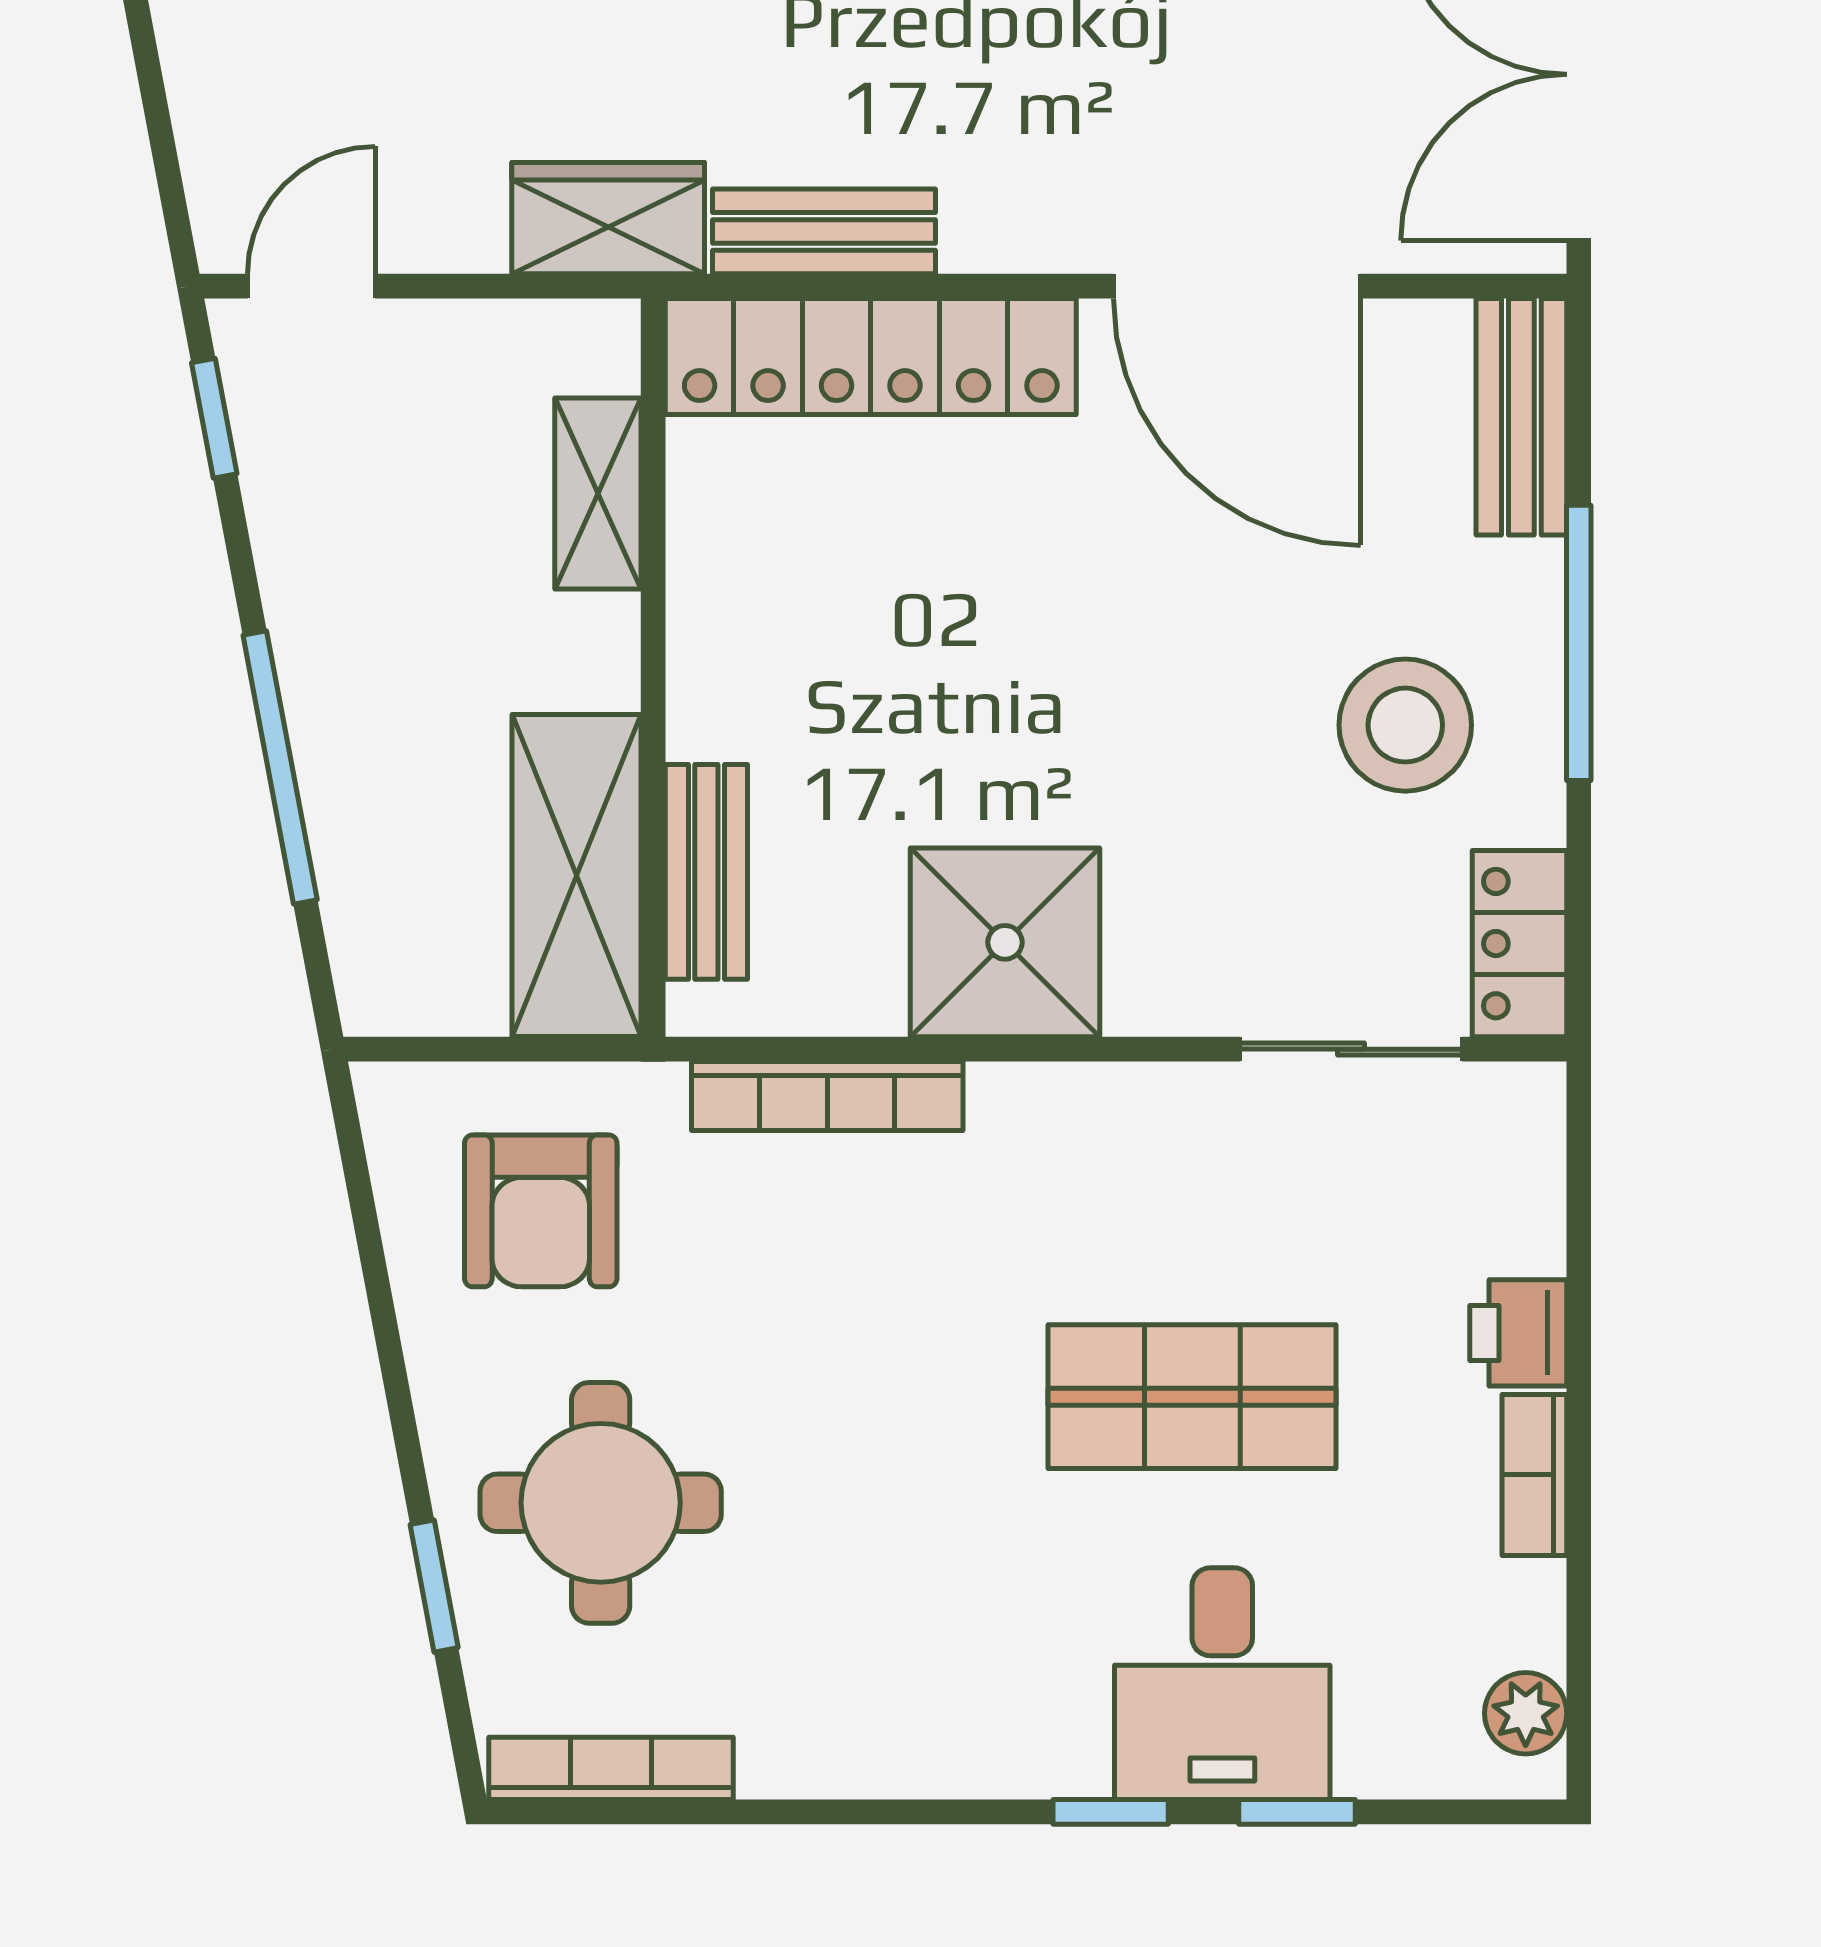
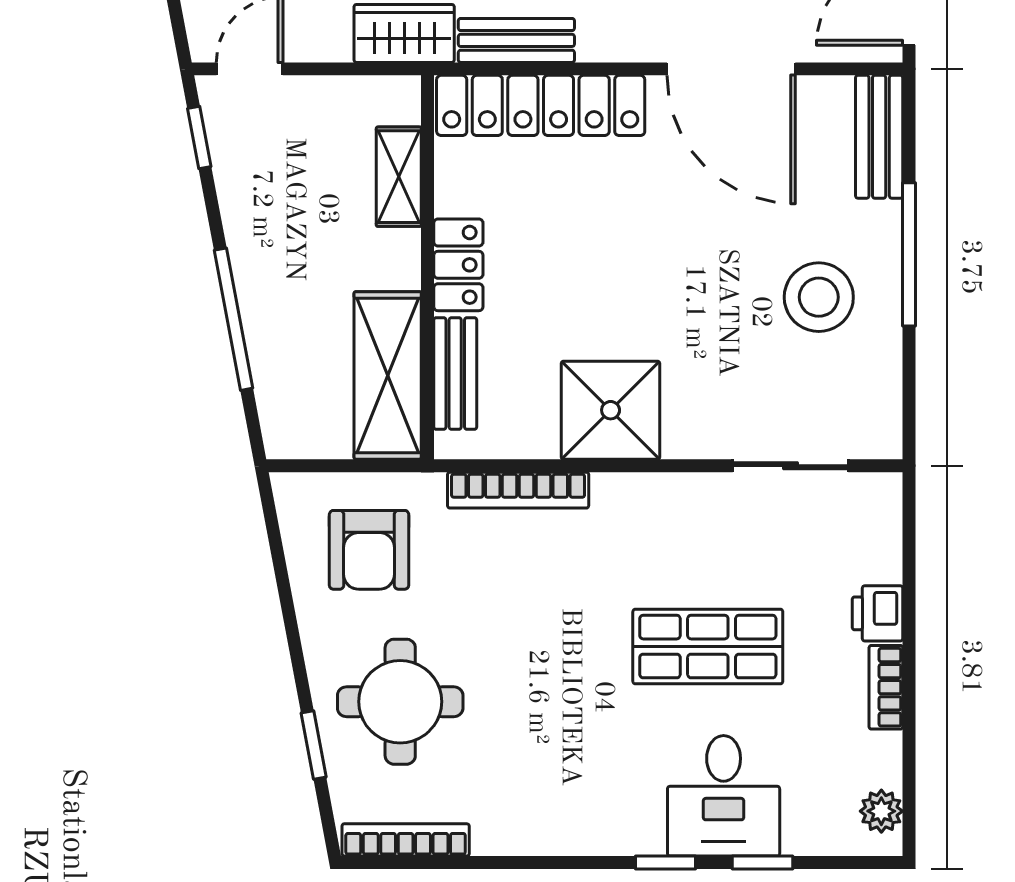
locker: (1519, 944) -> (458, 265), moved, turned 180

